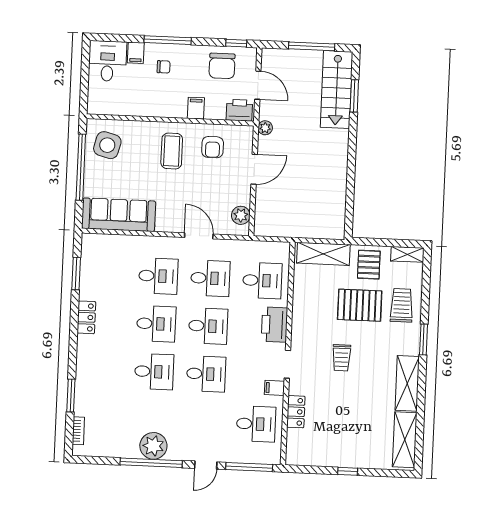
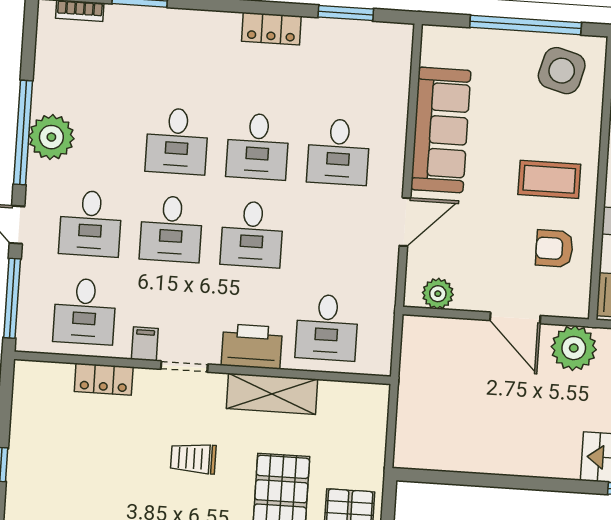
plant: (265, 128) -> (574, 348), width x1.87, depth x1.87
sofa: (119, 215) -> (441, 130), moved
shelving: (323, 254) -> (272, 394), moved, turned 90
desk: (210, 278) -> (90, 223), moved

